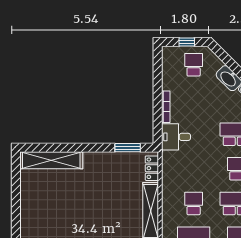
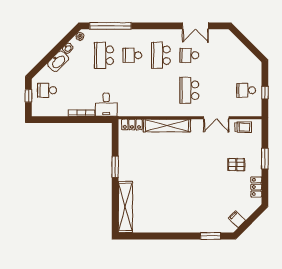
window: (128, 148) -> (115, 167), moved
school desk: (194, 204) -> (161, 90), removed

